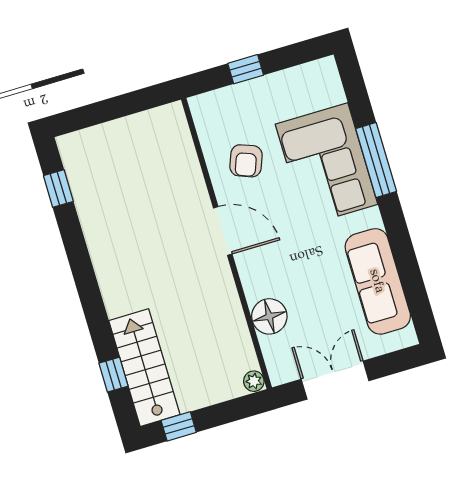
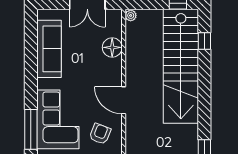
window: (376, 160) -> (31, 129), moved
stairs: (144, 368) -> (181, 66), width x1.86, depth x1.51

